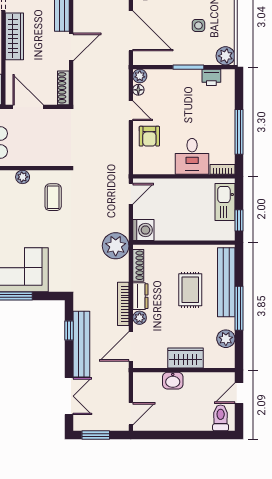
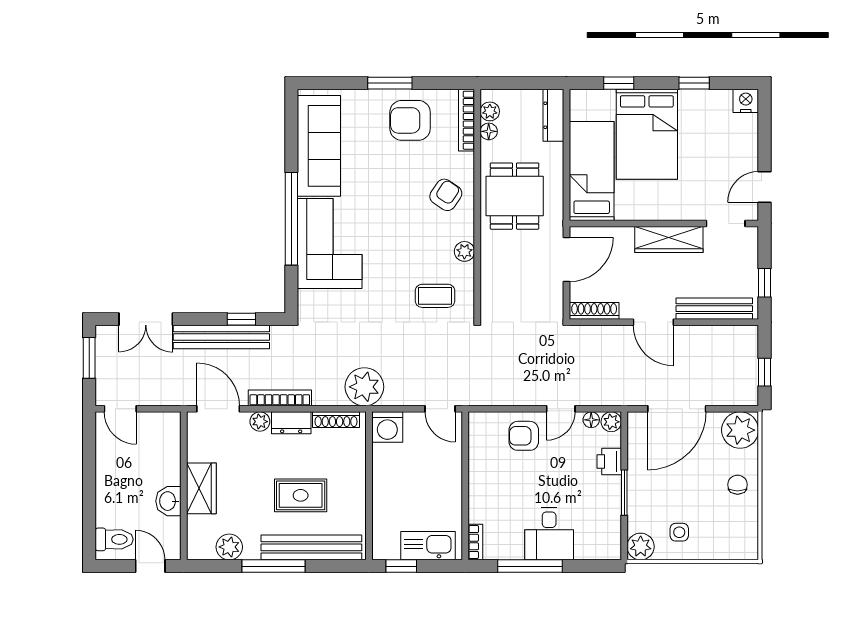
side table: (198, 25) -> (679, 532), moved
printer: (211, 77) -> (609, 461), moved
desk: (192, 156) -> (549, 534), moved, turned -90
washbasin: (173, 381) -> (168, 501), moved

